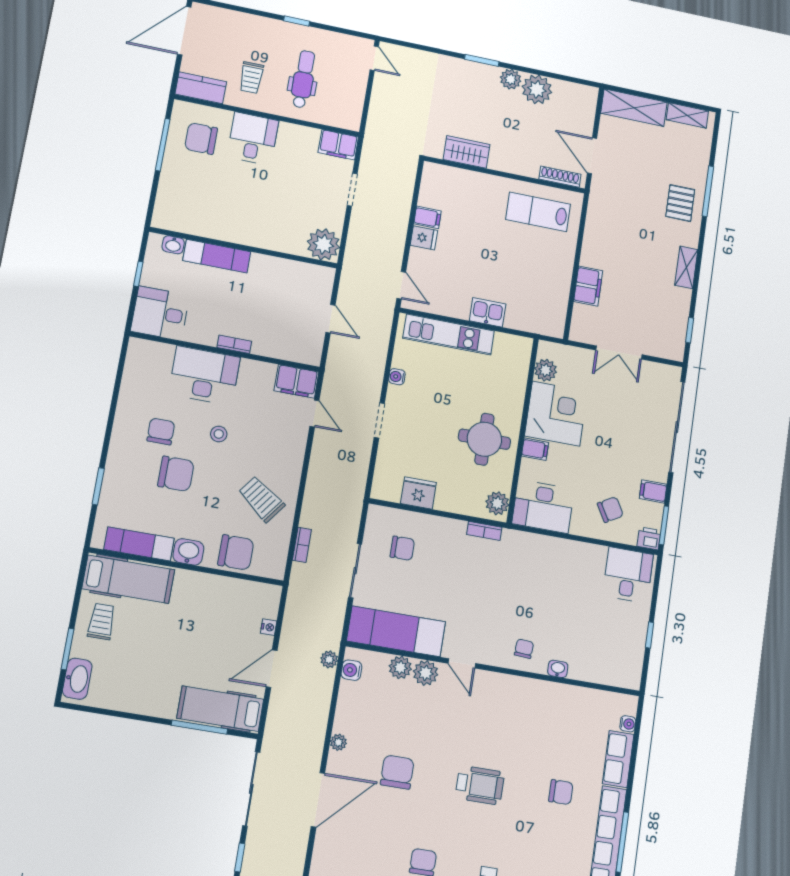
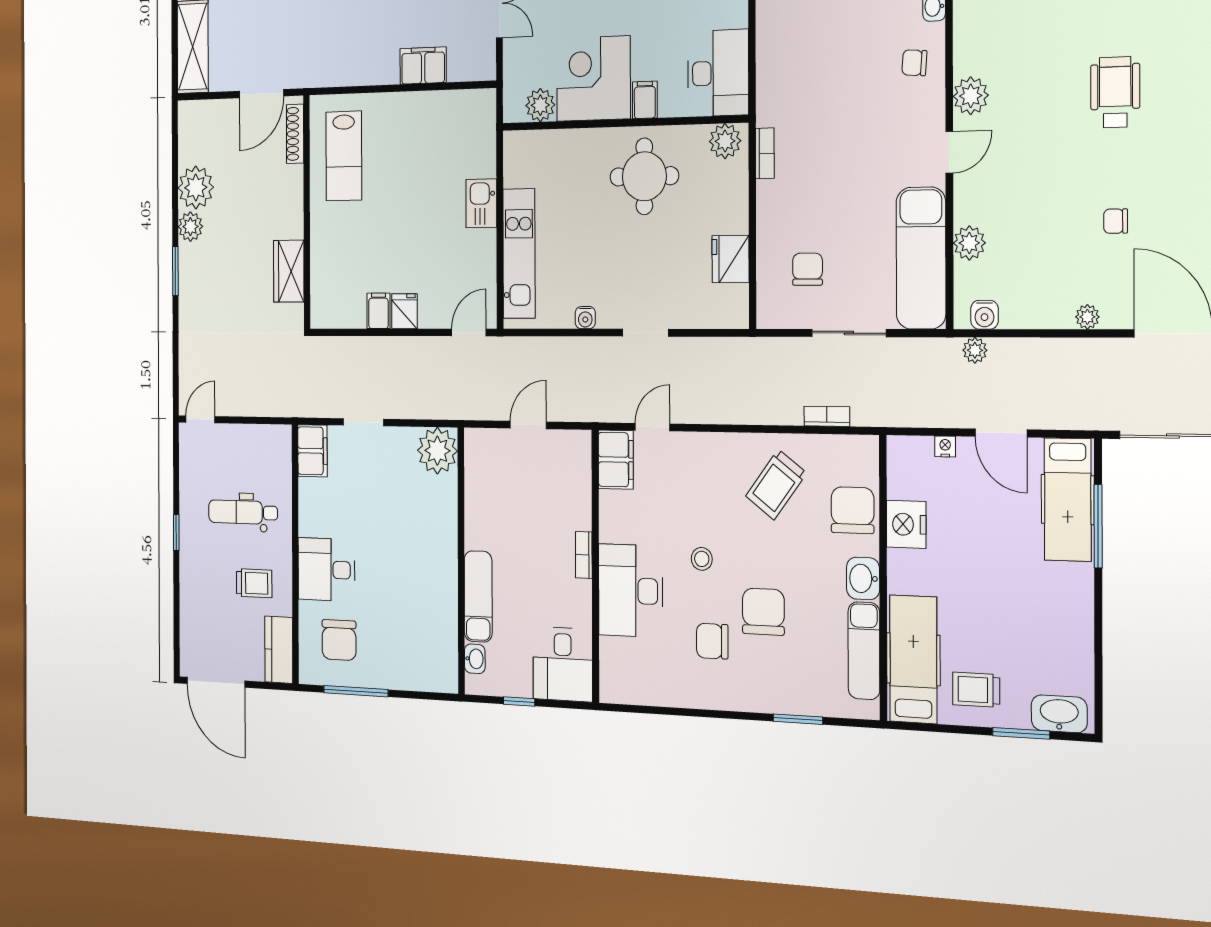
nightstand: (221, 590) -> (906, 524), added
plant: (426, 673) -> (971, 96), moved
chair: (397, 772) -> (1116, 221), width x0.54, depth x0.54

